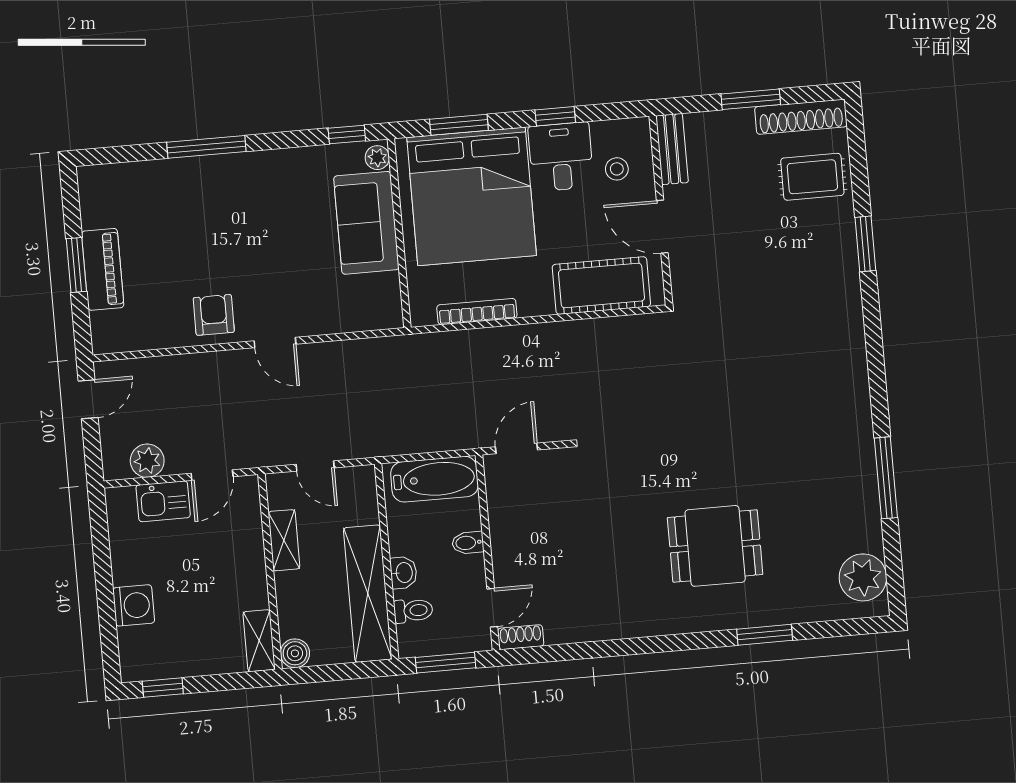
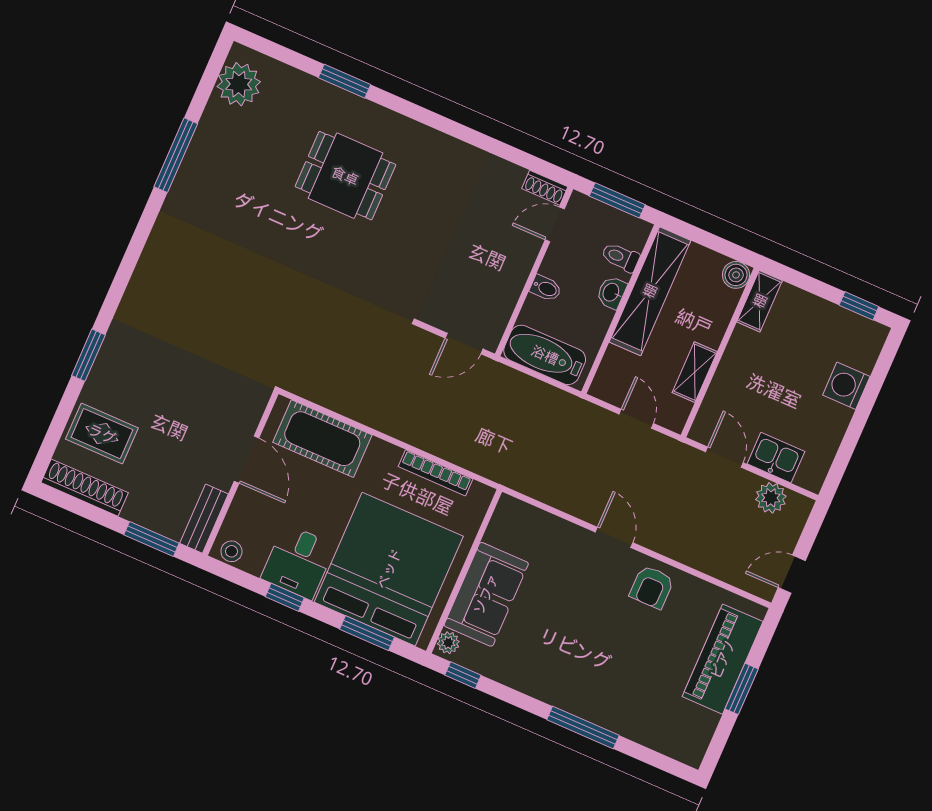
window: (751, 99) -> (151, 539), moved
stool: (617, 169) -> (231, 551), moved
piano: (103, 269) -> (723, 659), width x1.37, depth x1.33
door: (212, 475) -> (724, 457), hinge flipped

